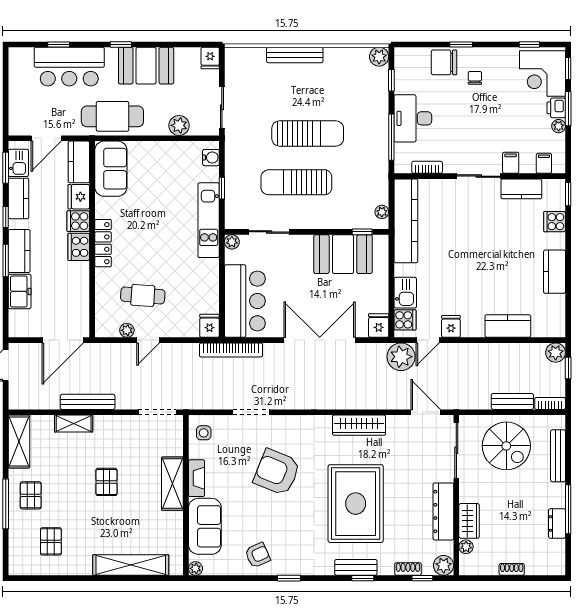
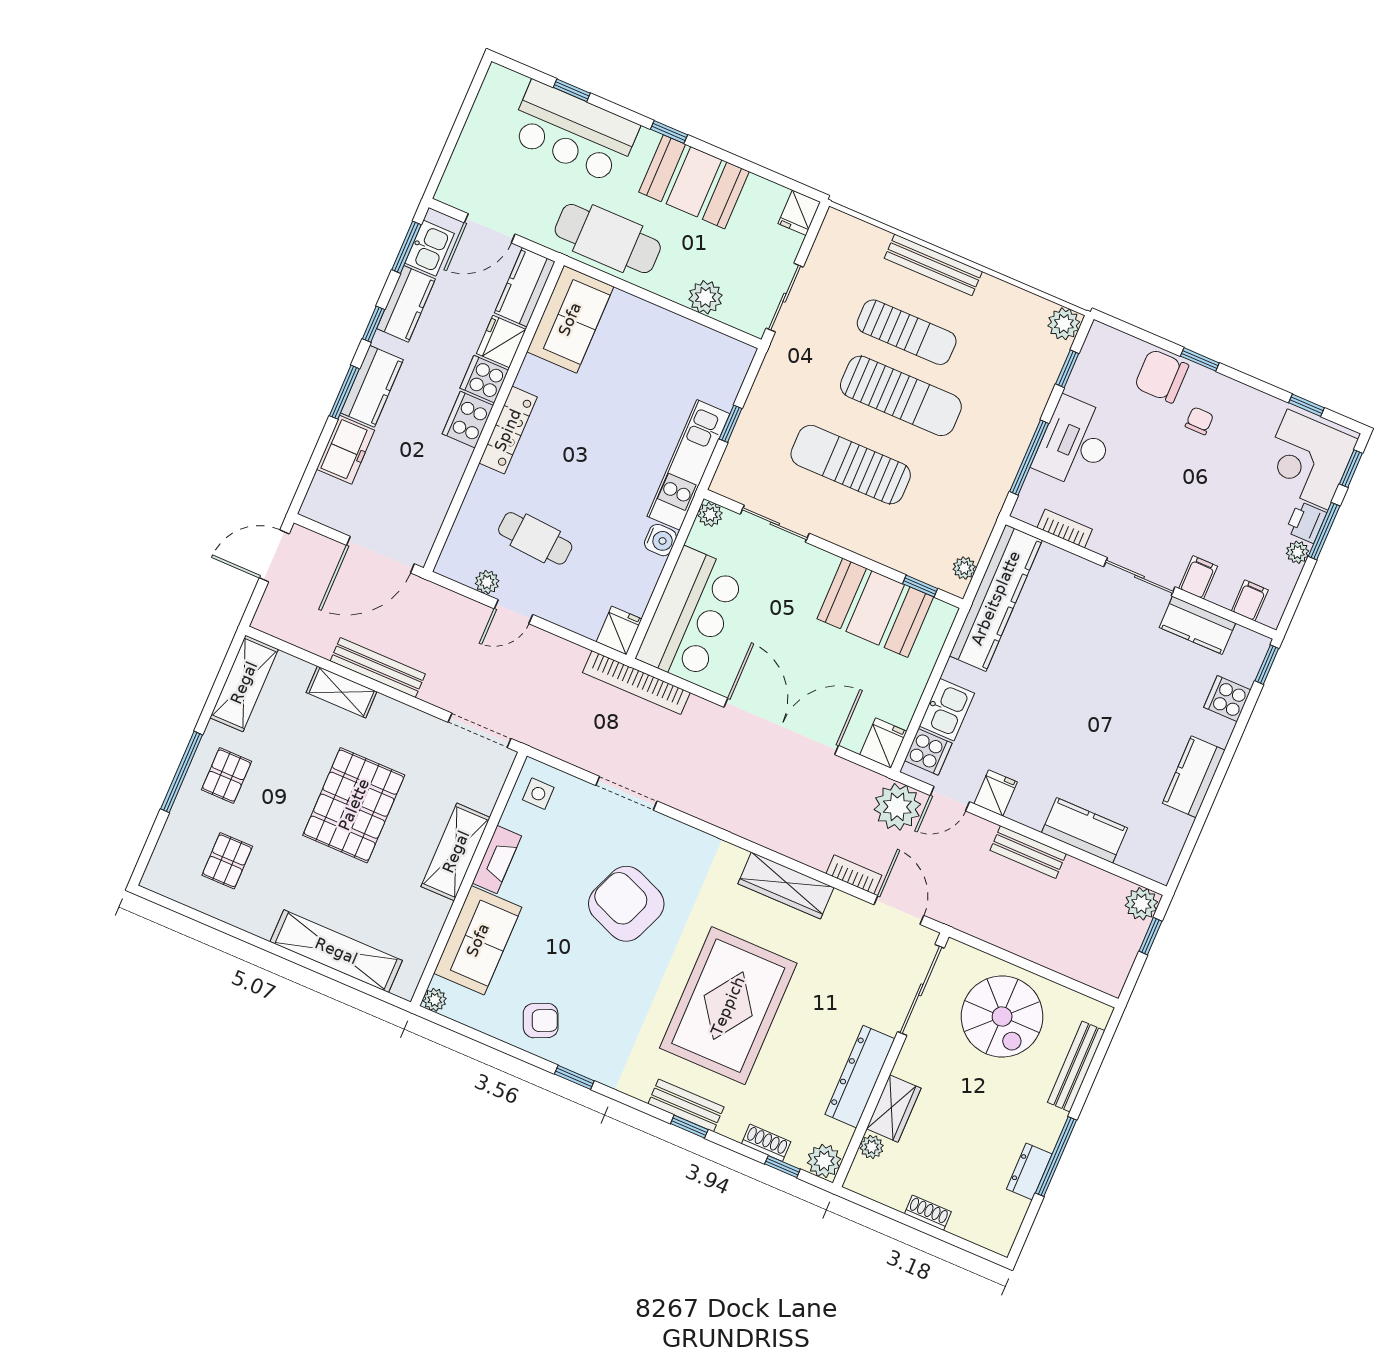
sun lounger: (296, 98) -> (907, 332), added
water cooler: (211, 158) -> (660, 540), moved
bench: (512, 401) -> (1028, 852), moved
bookcase: (550, 403) -> (854, 874), moved
pallet: (106, 482) -> (354, 805), width x2.05, depth x2.00

